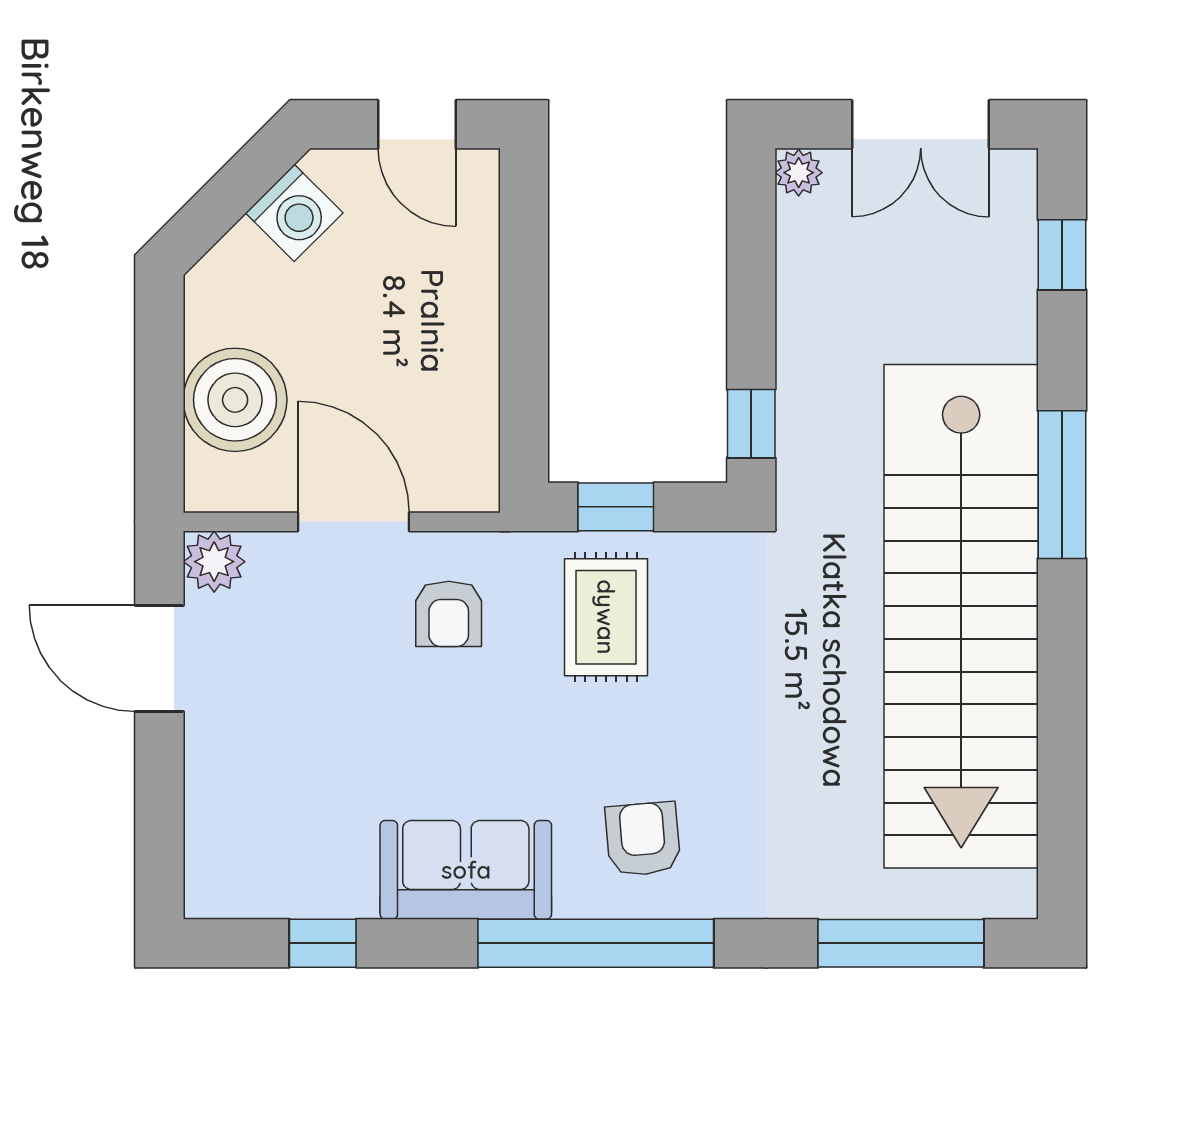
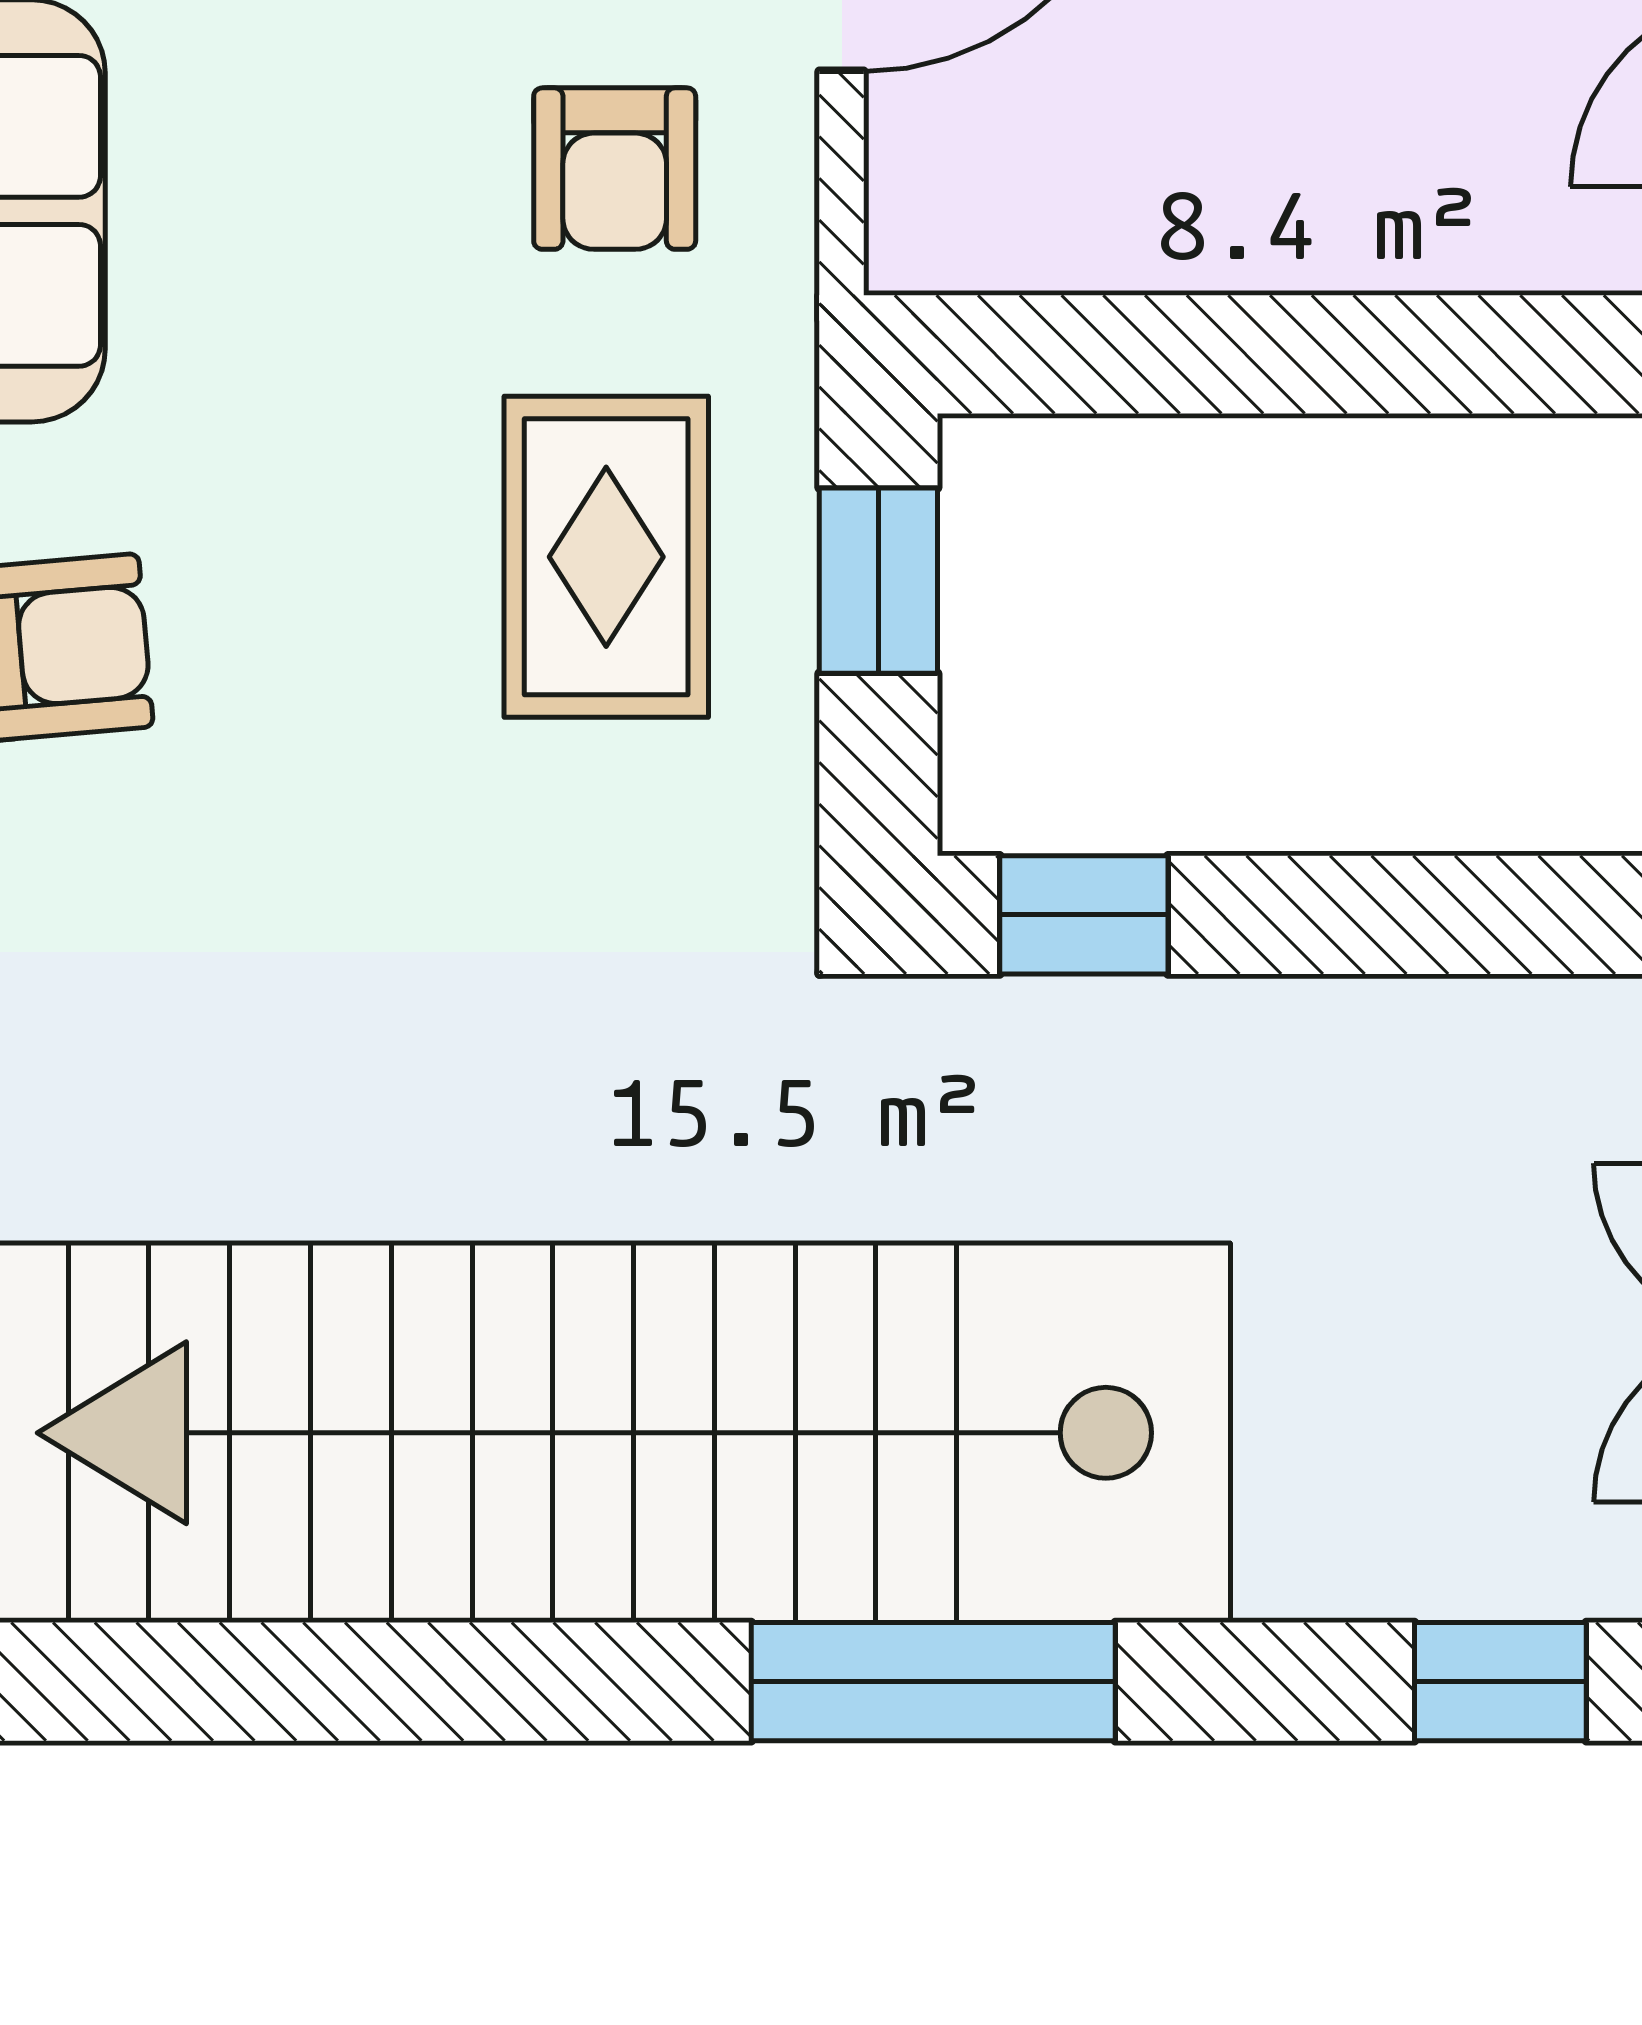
armchair: (449, 614) -> (615, 169), turned -90
rug: (606, 617) -> (606, 557), turned 90

